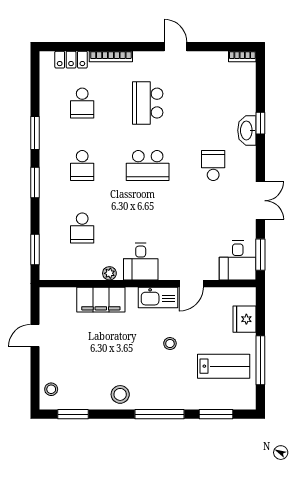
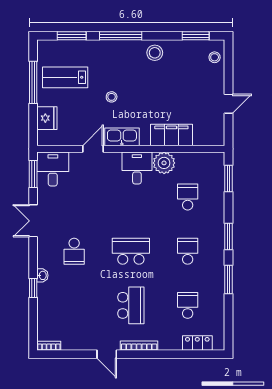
bookcase: (111, 56) -> (139, 346), moved
washbasin: (247, 130) -> (42, 275), width x0.52, depth x0.69
plant: (109, 273) -> (164, 163), width x1.88, depth x1.88

